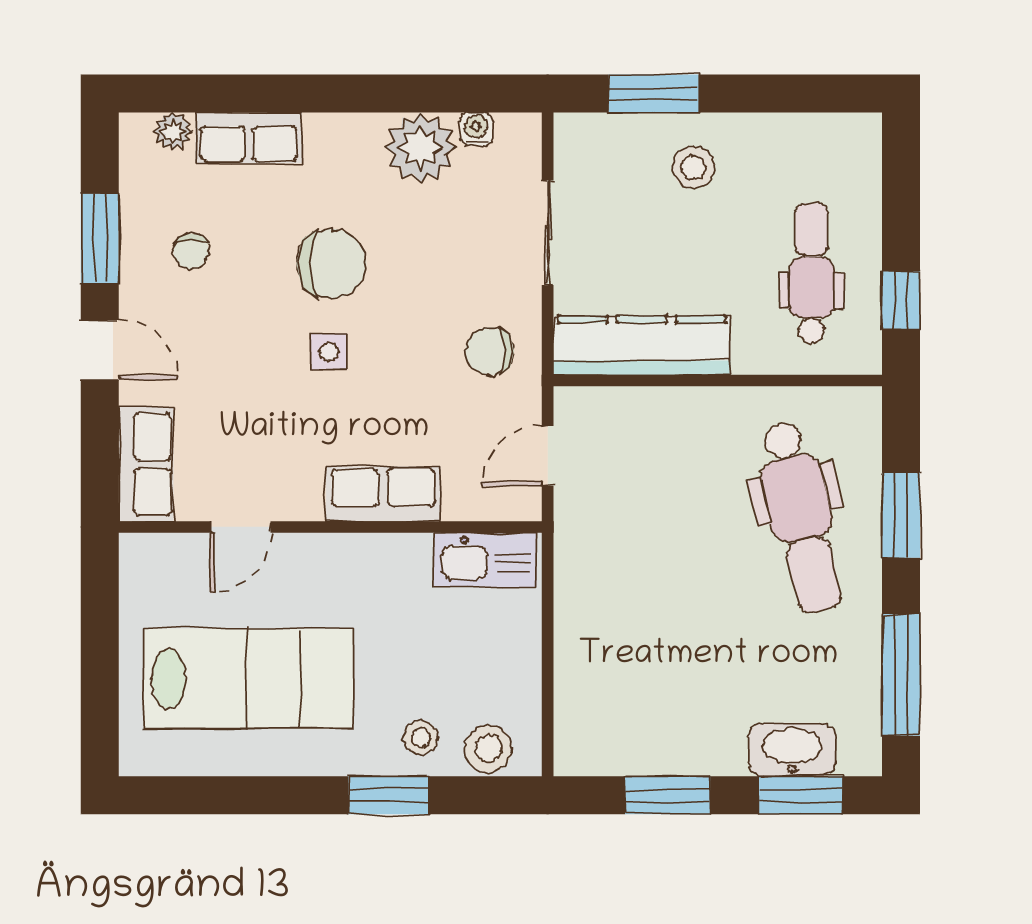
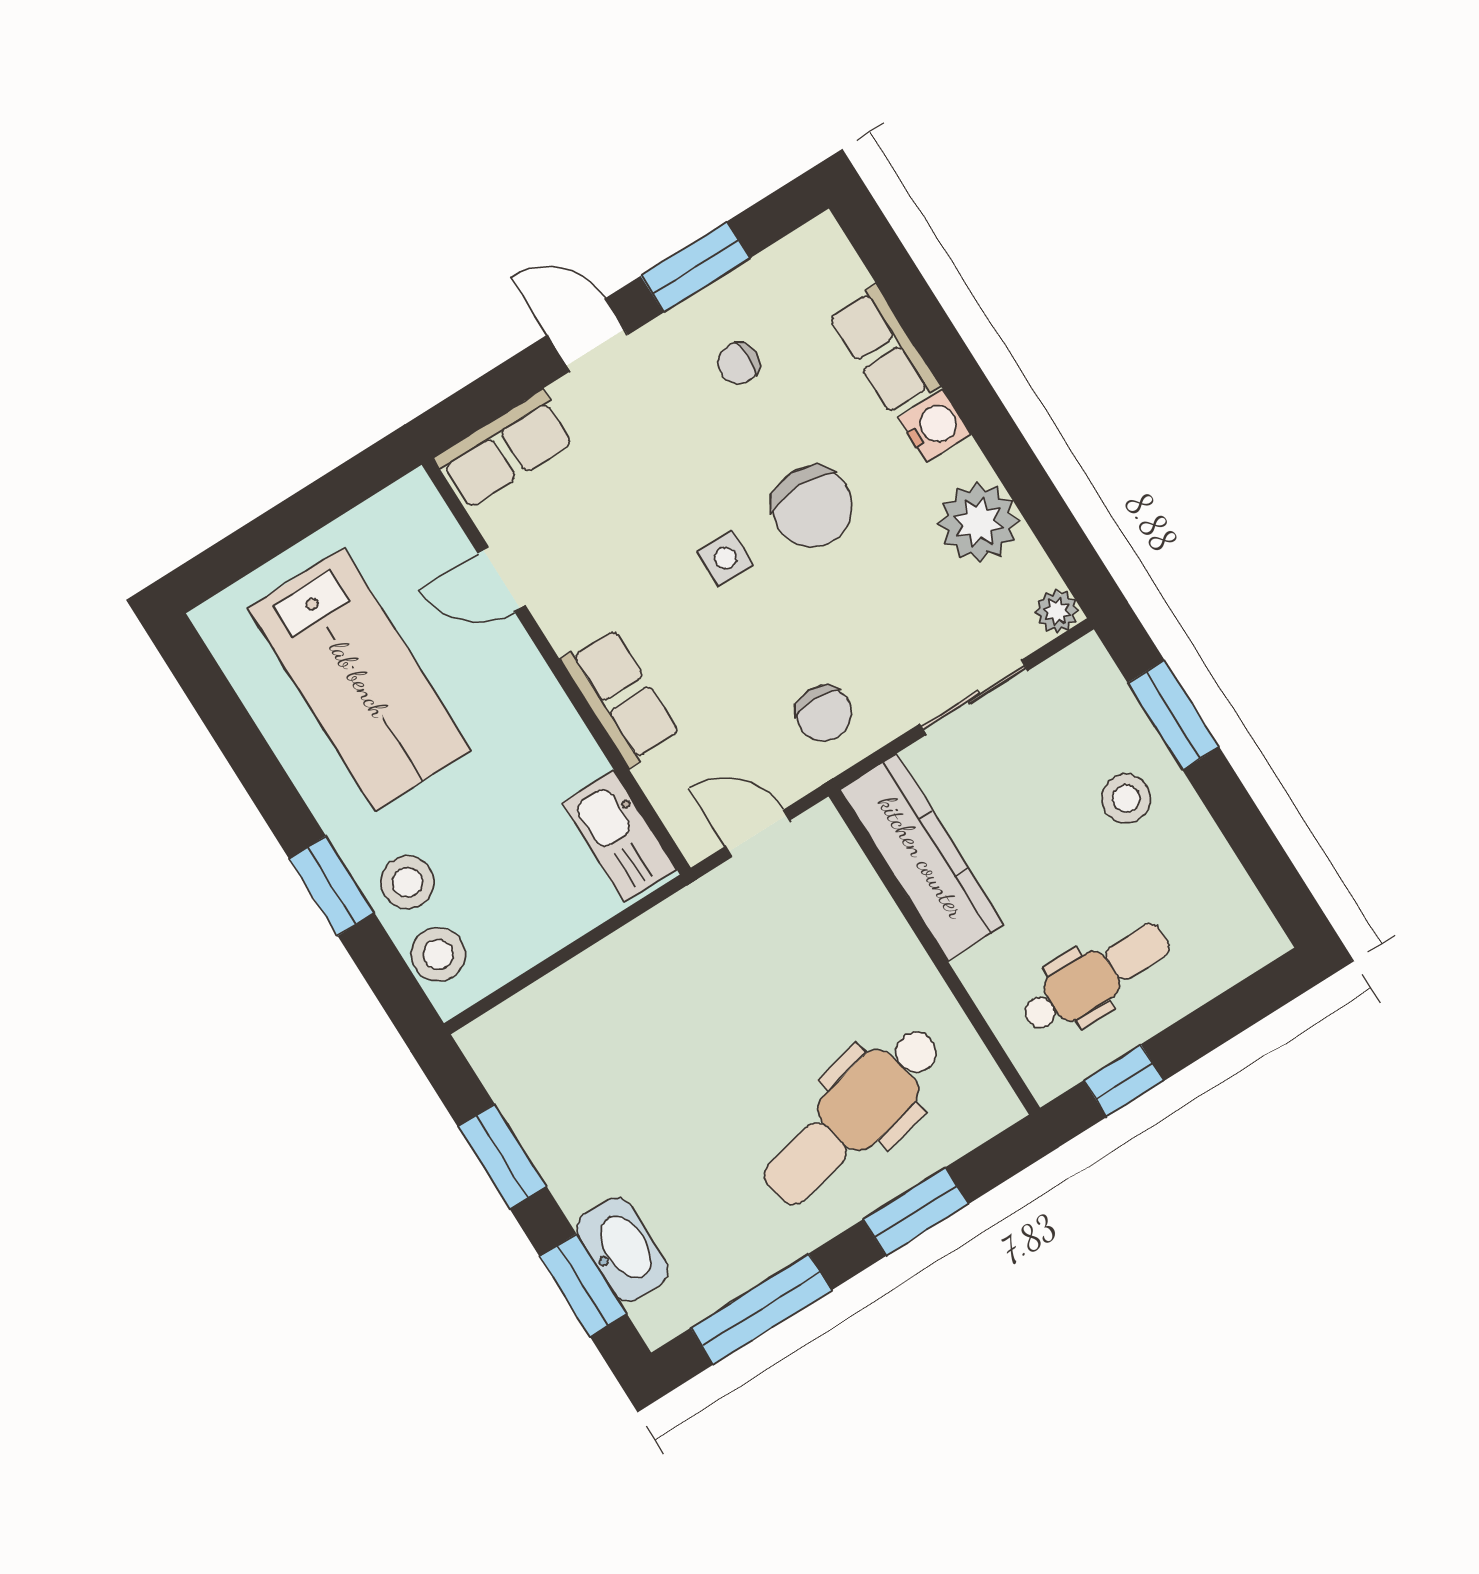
water cooler: (476, 129) -> (935, 426), moved, width x1.38, depth x1.38
plant: (173, 131) -> (1057, 611), moved
door: (100, 350) -> (587, 335), swing flipped
chair: (490, 351) -> (824, 713), turned 180
stool: (421, 738) -> (408, 882), width x1.37, depth x1.37

